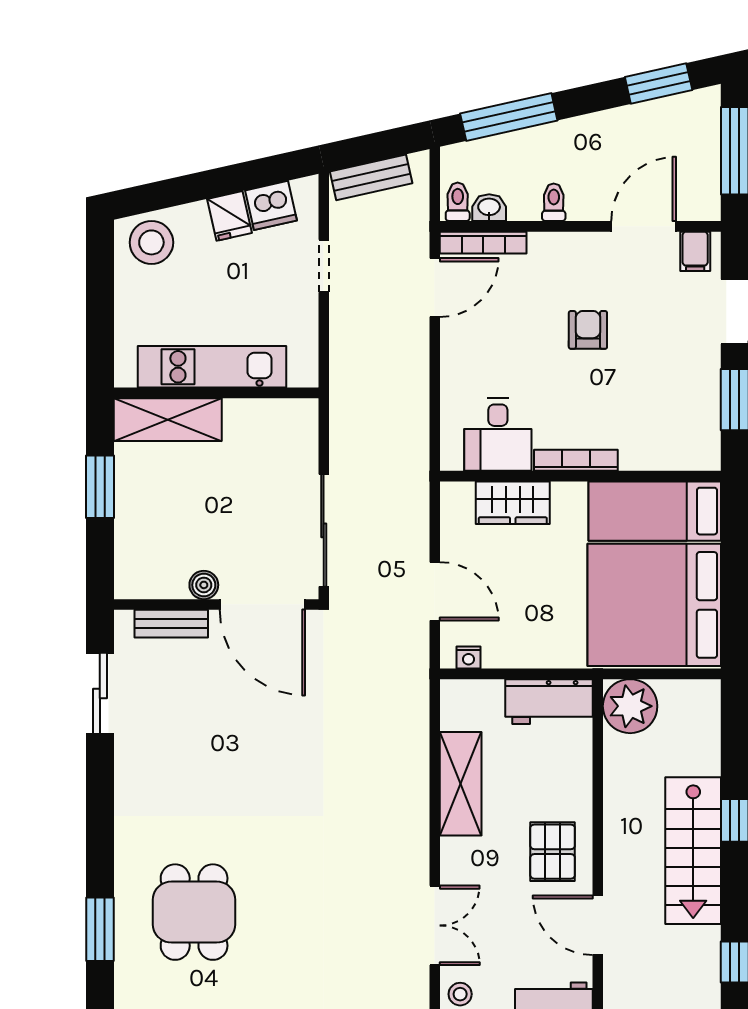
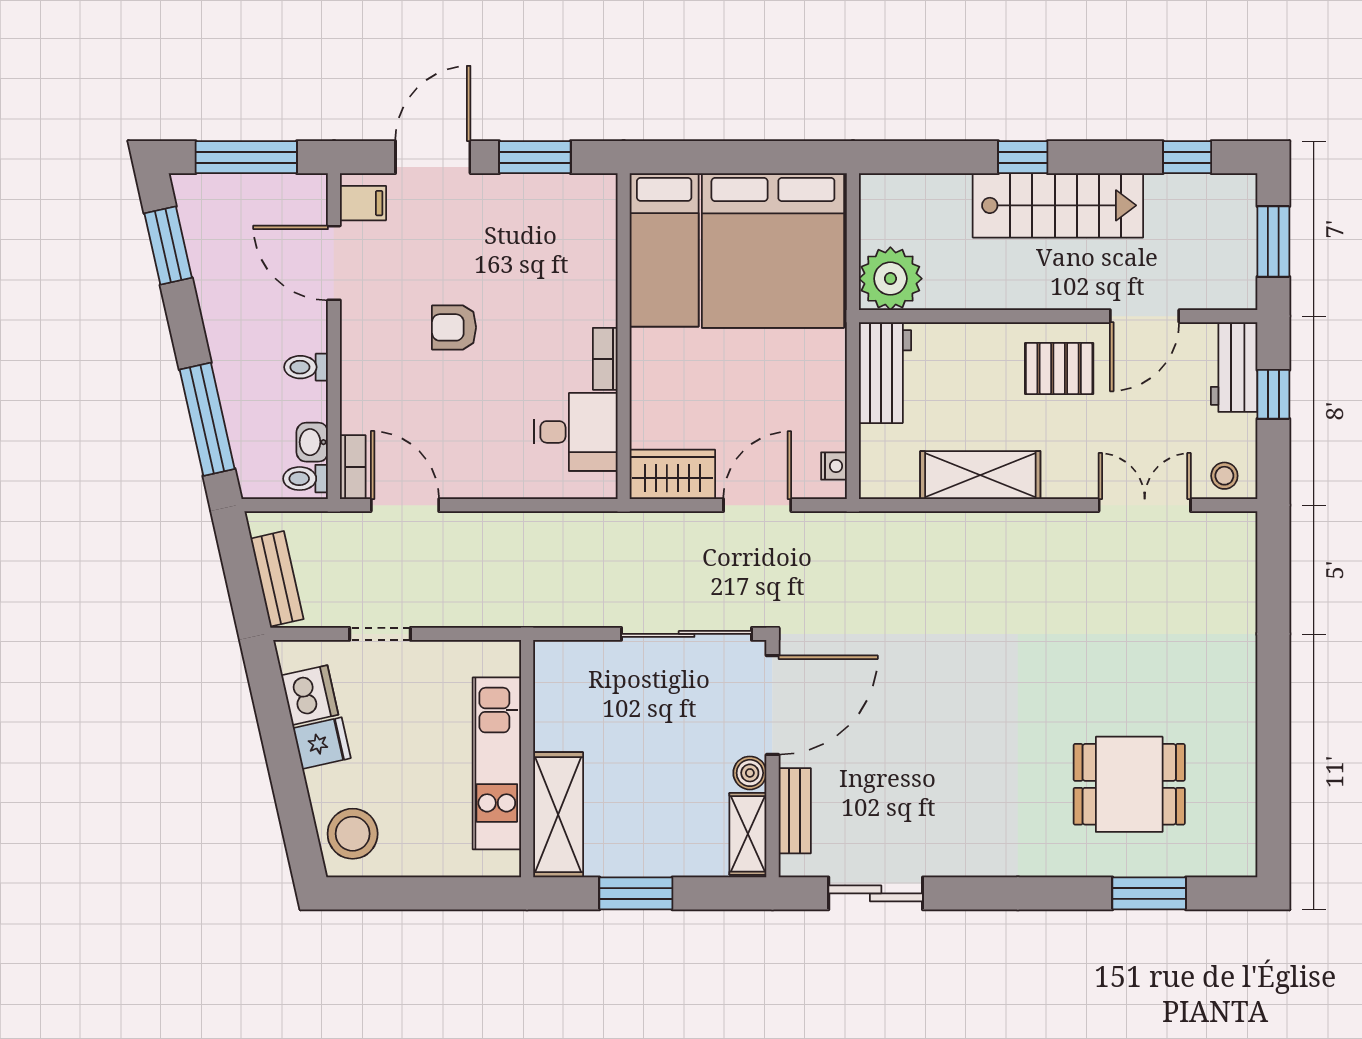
bookcase: (483, 243) -> (353, 467), width x0.64
bookcase: (576, 460) -> (605, 359), width x0.64
wardrobe: (513, 503) -> (672, 474), moved, turned -90
shelving: (151, 583) -> (748, 834), added

